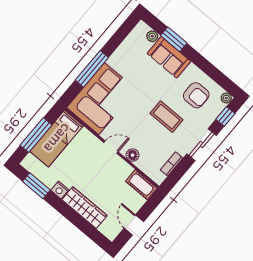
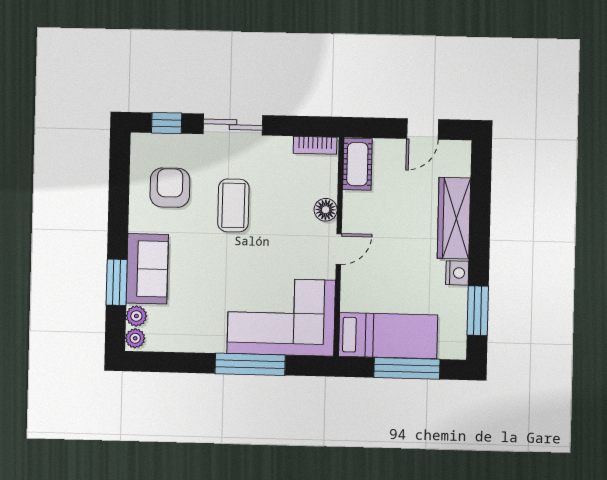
plant: (226, 98) -> (135, 338), moved
door: (111, 147) -> (339, 249), swing flipped
bookcase: (172, 164) -> (315, 145), moved

